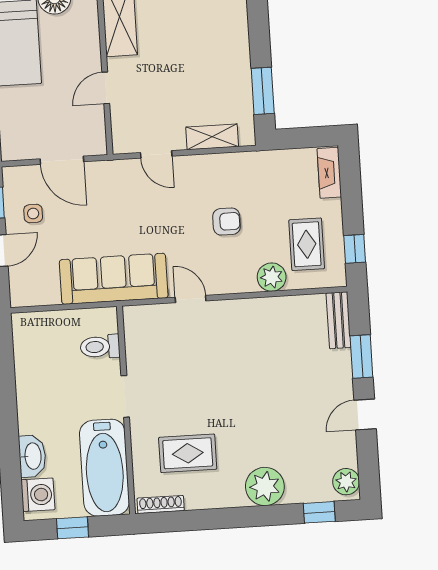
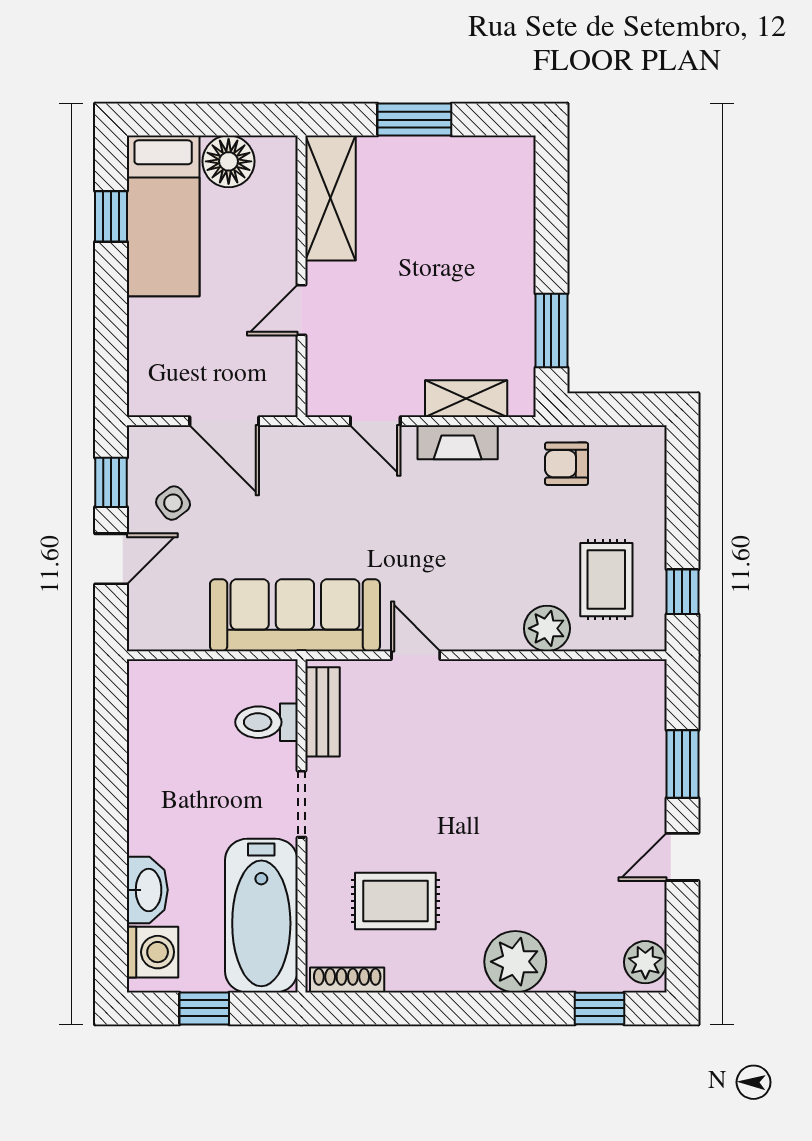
fireplace: (329, 173) -> (458, 442), moved, turned -90
side table: (33, 213) -> (173, 503), turned -37
armchair: (227, 222) -> (567, 464), moved, turned 180
bench: (339, 320) -> (323, 712), moved

